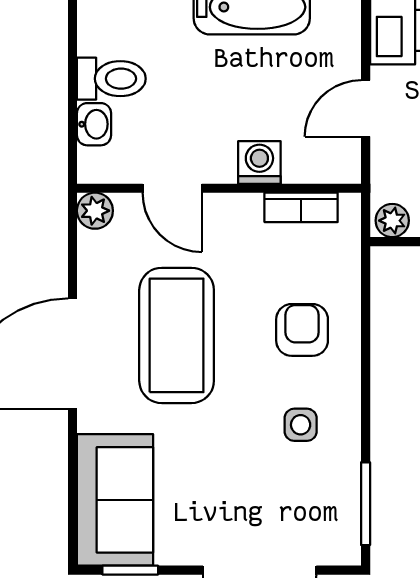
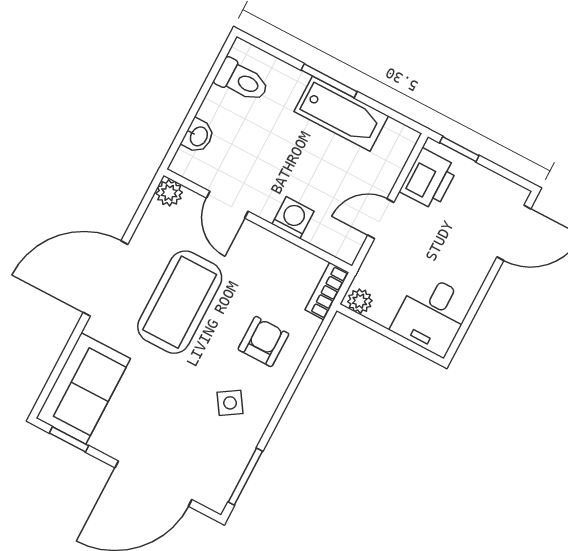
toilet: (111, 79) -> (242, 80), moved
bookcase: (301, 207) -> (327, 291), moved, turned 90
side table: (301, 425) -> (230, 403), turned -33

